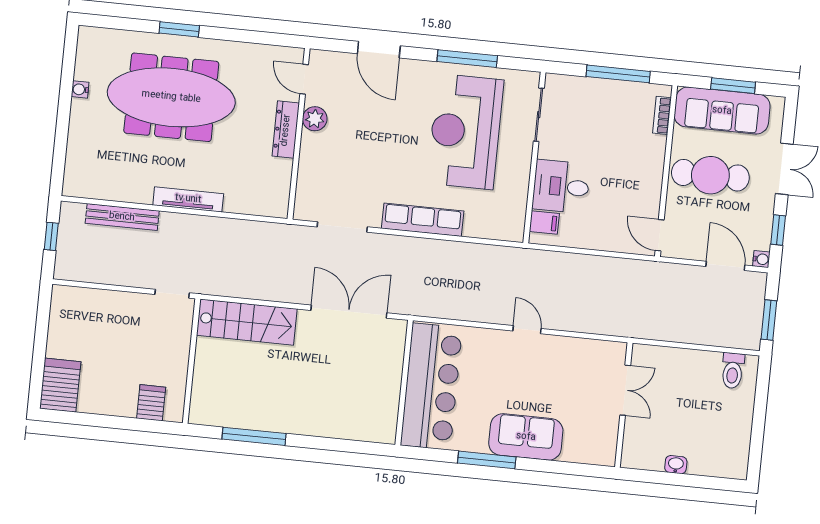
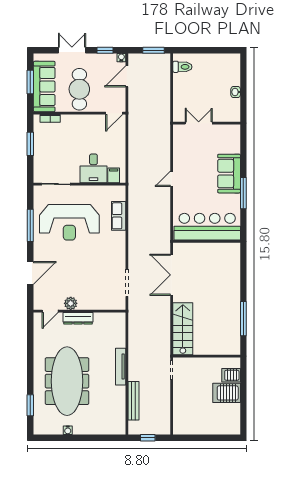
window: (179, 29) -> (30, 405), moved
window: (618, 74) -> (30, 144), width x0.69
row of seats: (423, 220) -> (119, 216), moved, width x0.68
server rack: (60, 385) -> (227, 393), moved

